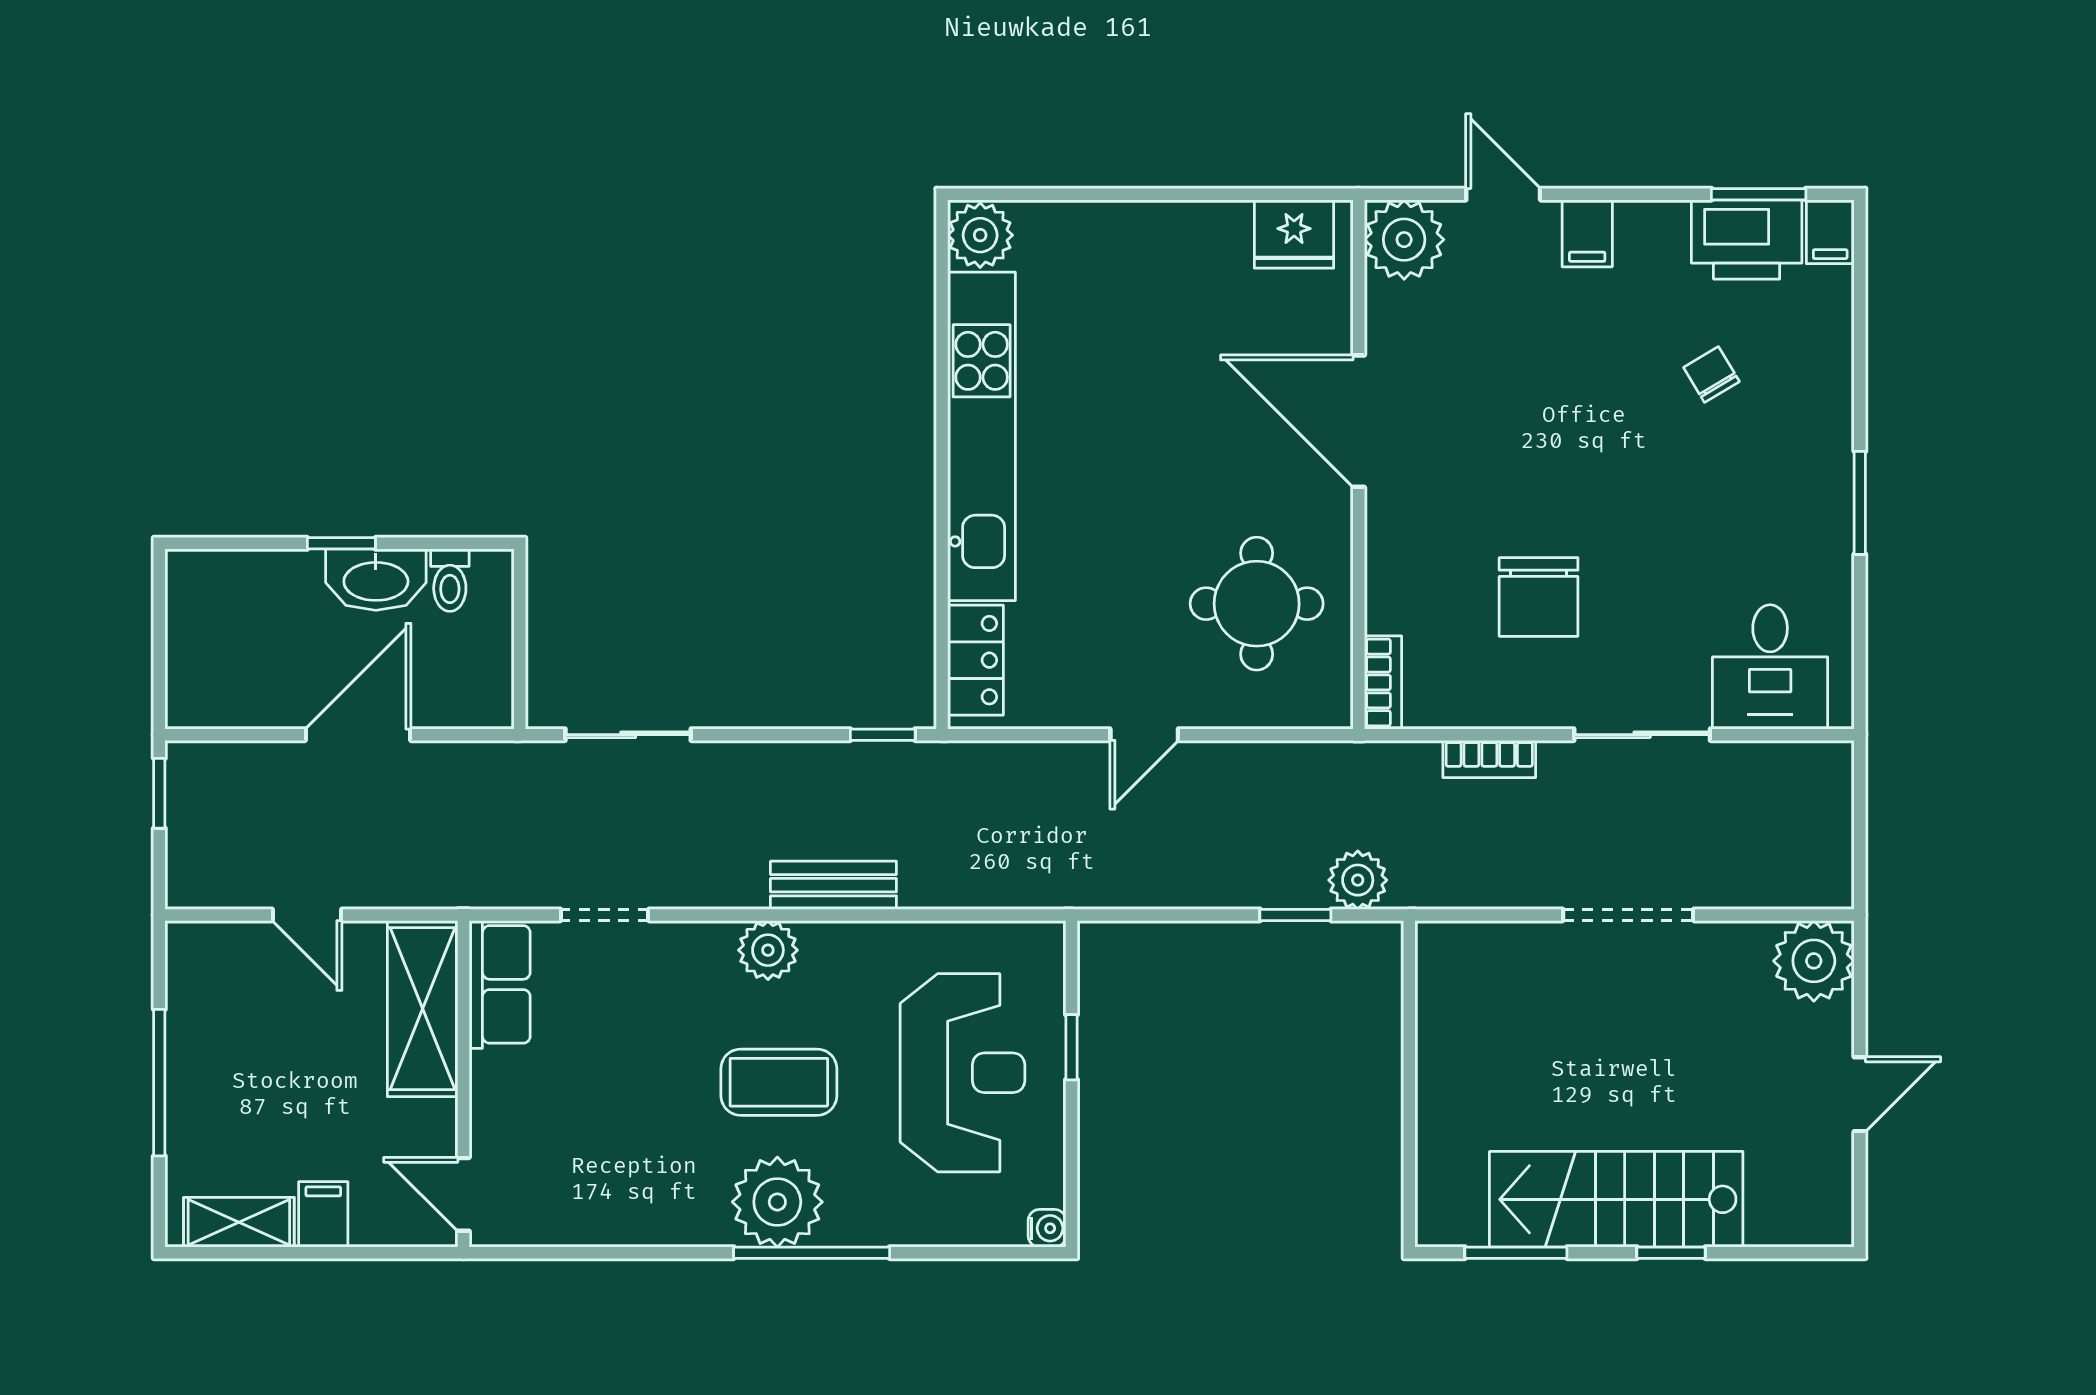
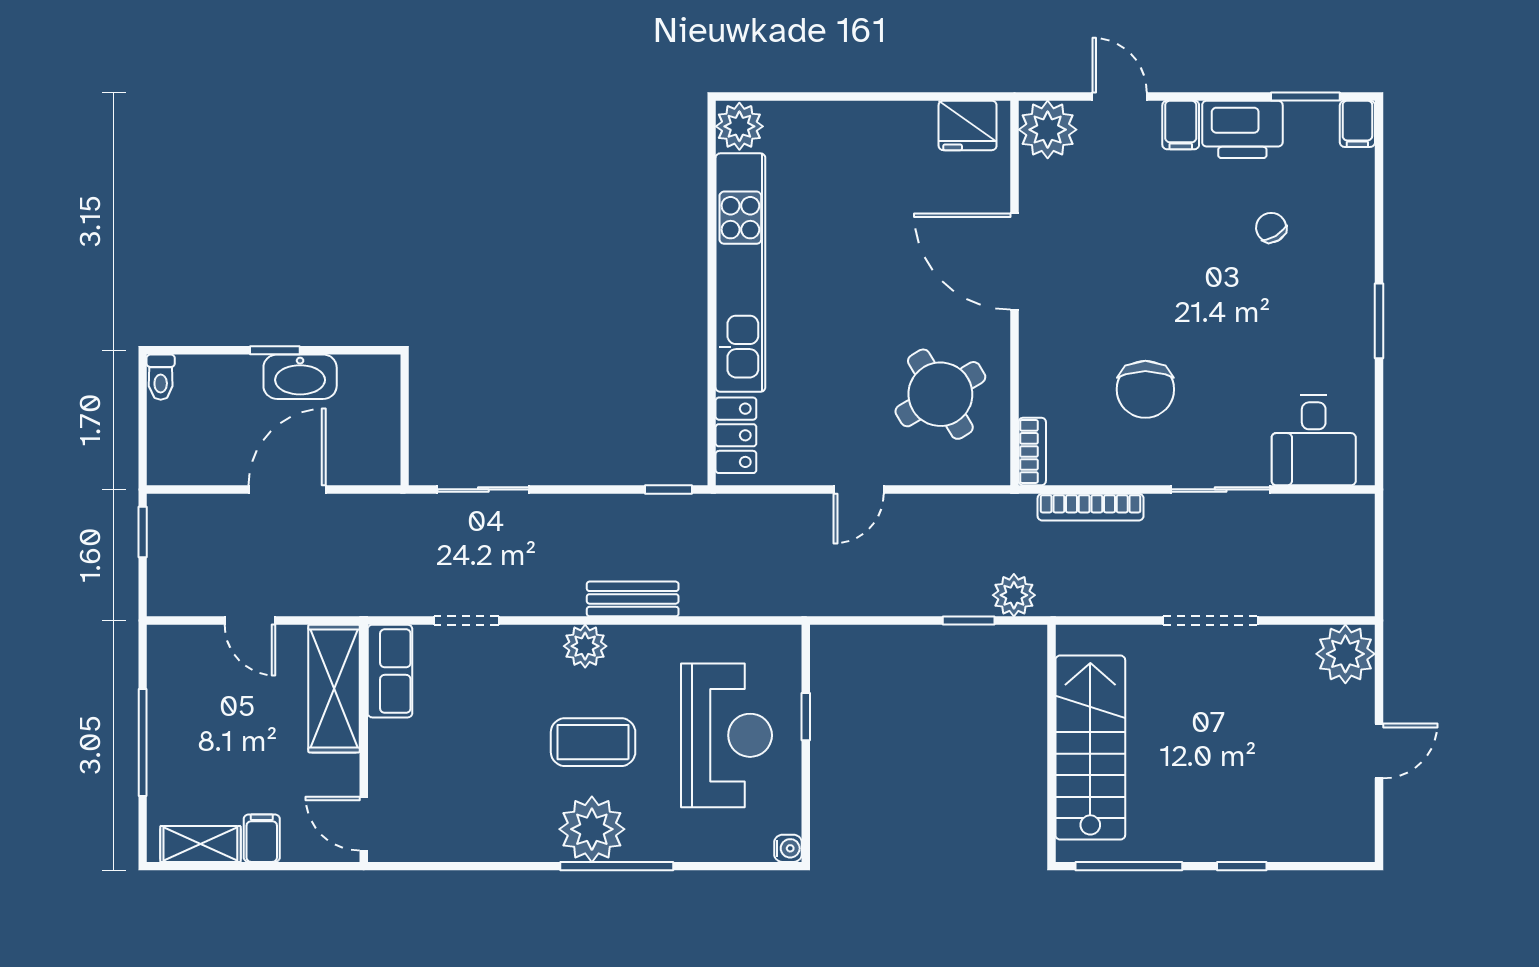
printer: (1747, 239) -> (1242, 129), moved
toilet: (450, 580) -> (161, 377), moved
round table: (1257, 604) -> (940, 394), turned -31
bookcase: (1489, 759) -> (1091, 507), width x1.56
stairs: (1616, 1199) -> (1090, 748), moved, turned 90
window: (1516, 1253) -> (1129, 866), width x1.44

